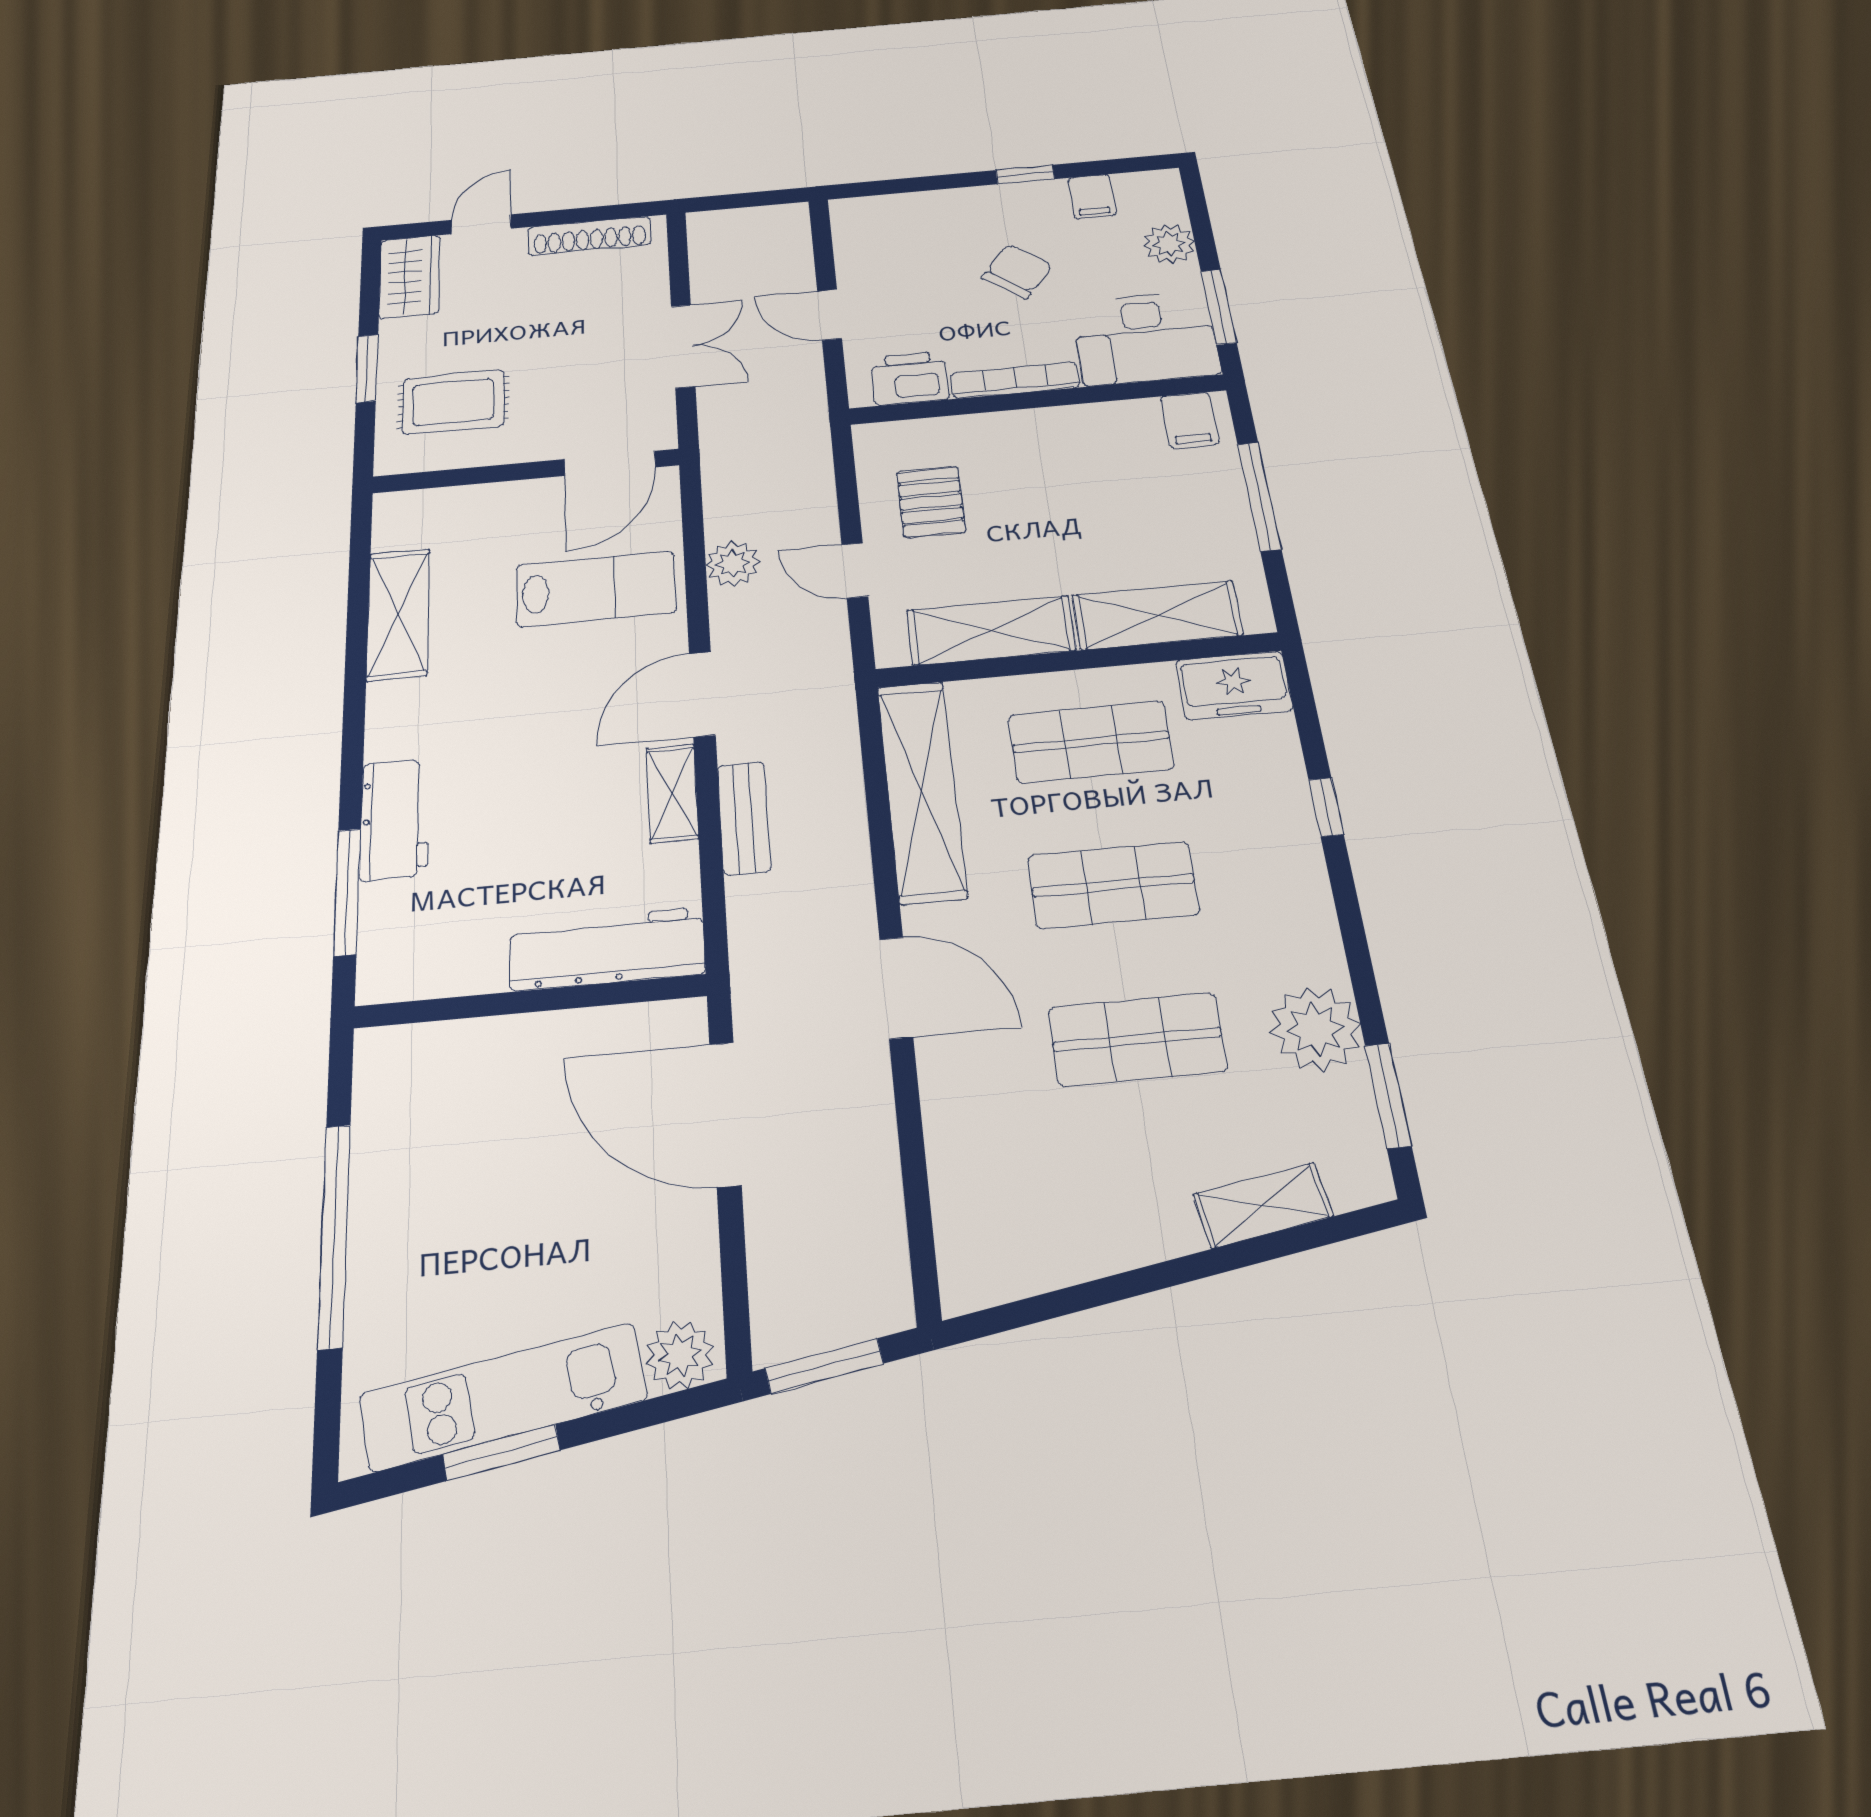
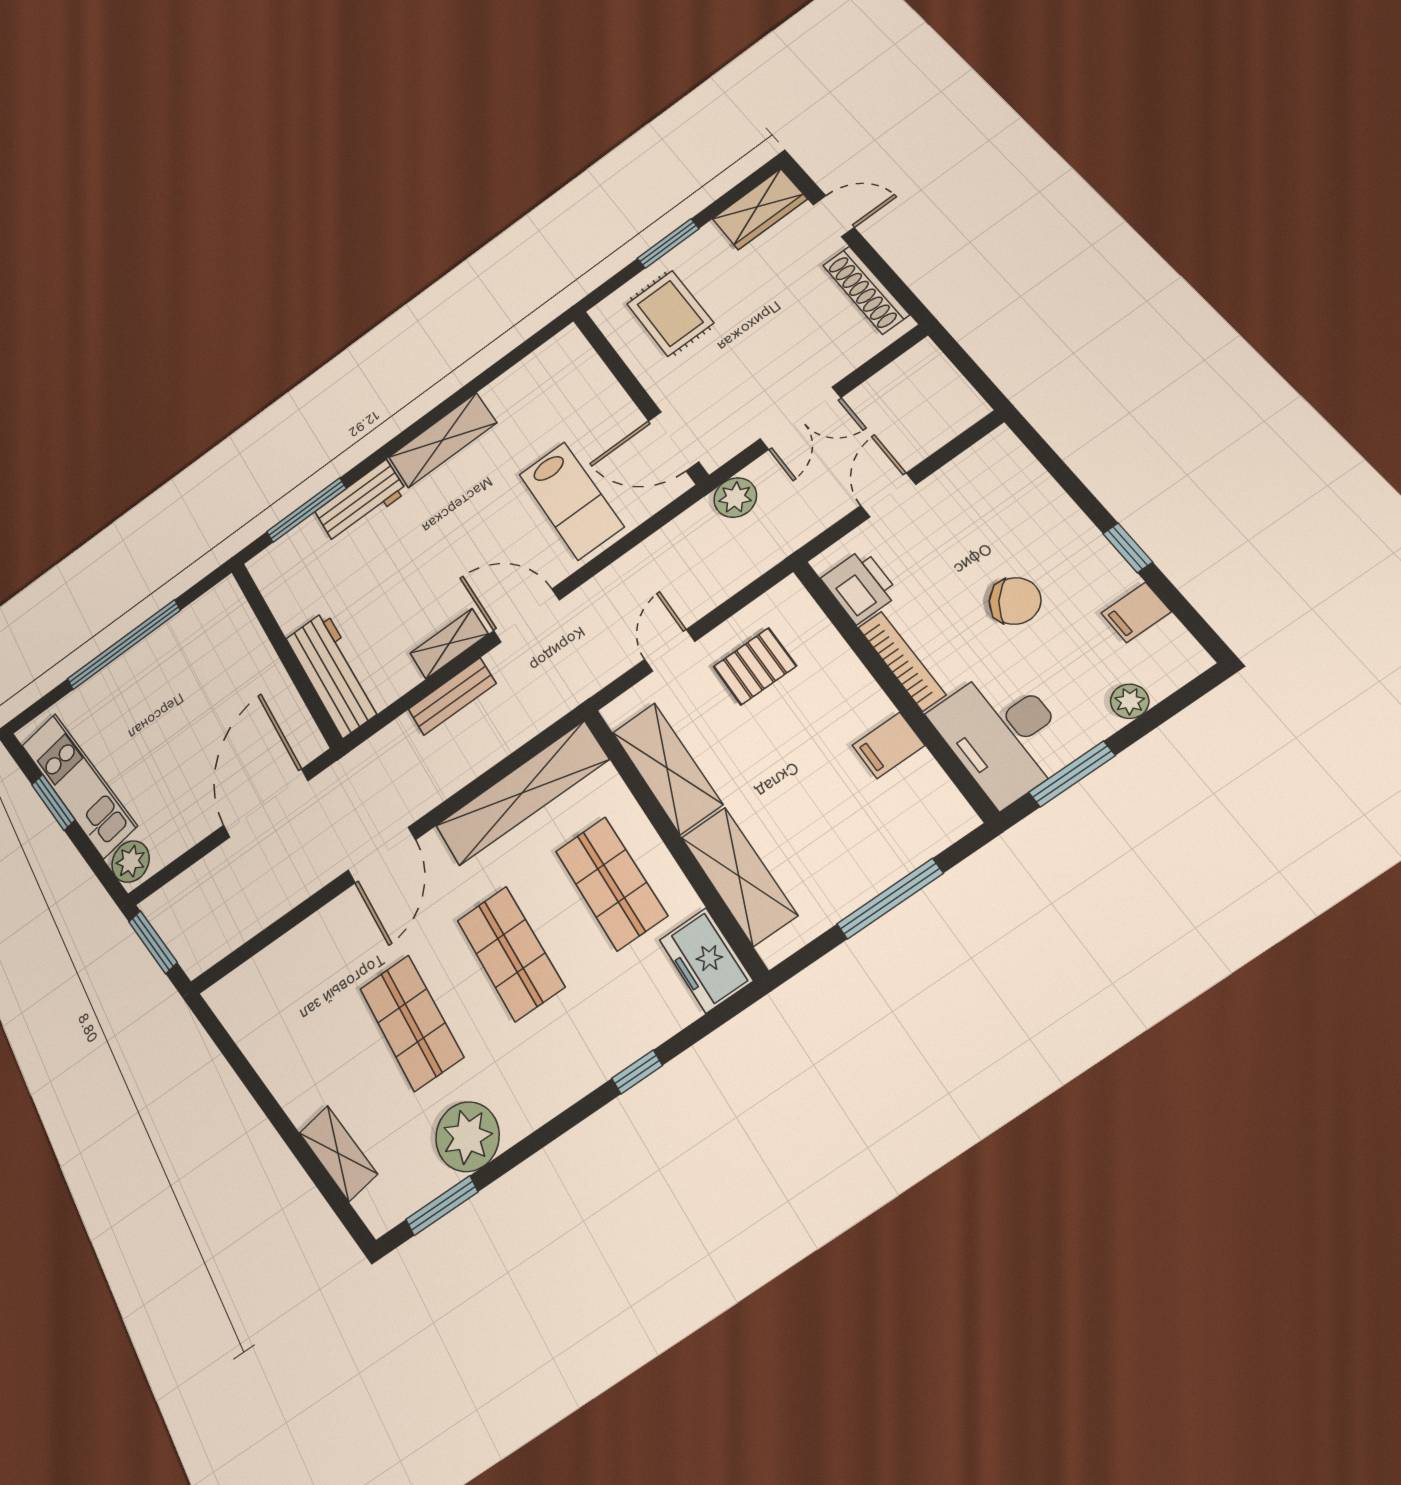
plant: (1169, 244) -> (1130, 701), width x0.73, depth x0.73
filing cabinet: (1190, 420) -> (888, 745), moved
plant: (733, 563) -> (735, 498), moved
shelving: (398, 614) -> (442, 440), moved

